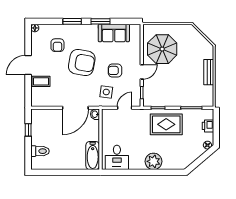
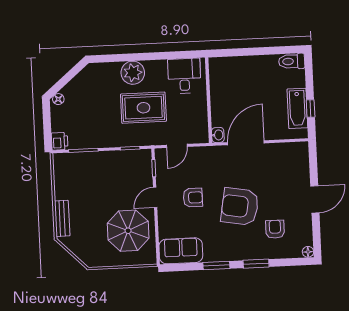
sofa: (114, 33) -> (181, 251), moved
bench: (209, 72) -> (62, 218), moved
coffee table: (41, 81) -> (296, 177), removed
side table: (106, 92) -> (204, 167), removed
rug: (166, 124) -> (143, 108), moved
printer: (208, 126) -> (60, 141), moved
toilet: (40, 151) -> (292, 61), moved
bathtub: (93, 156) -> (297, 108), moved, turned 180

